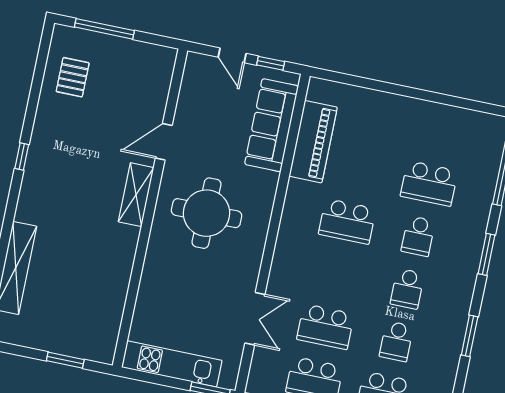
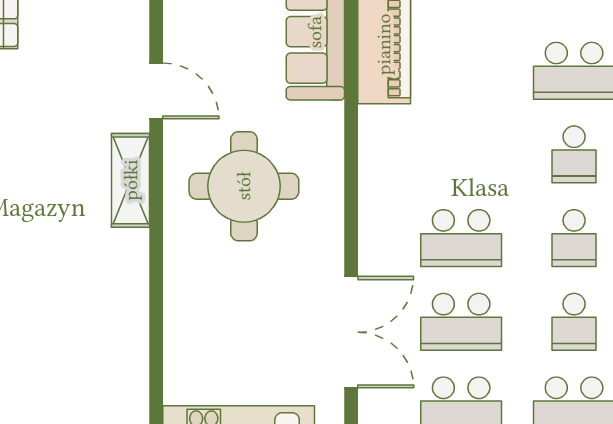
door: (164, 142) -> (156, 91), swing flipped
school desk: (347, 221) -> (461, 238), moved
double door: (255, 319) -> (351, 332), width x1.37

